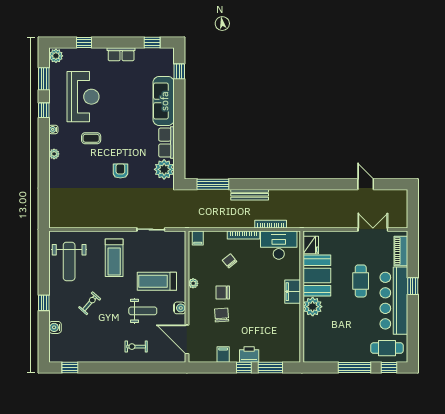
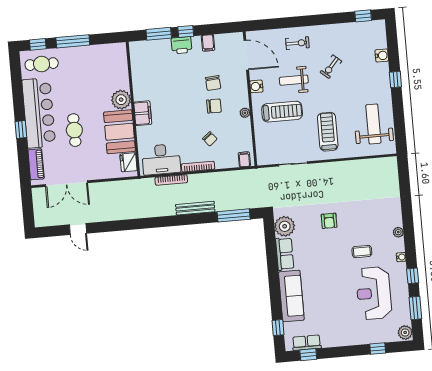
row of seats: (121, 54) -> (307, 343), moved
double door: (373, 229) -> (67, 184), width x1.37
exercise bike: (90, 303) -> (331, 67), moved

